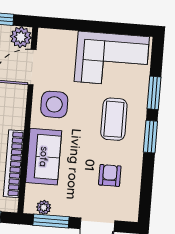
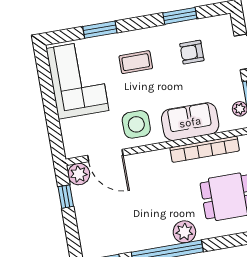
coffee table: (114, 119) -> (136, 62), width x0.73, depth x0.77
window: (150, 137) -> (180, 16), moved

